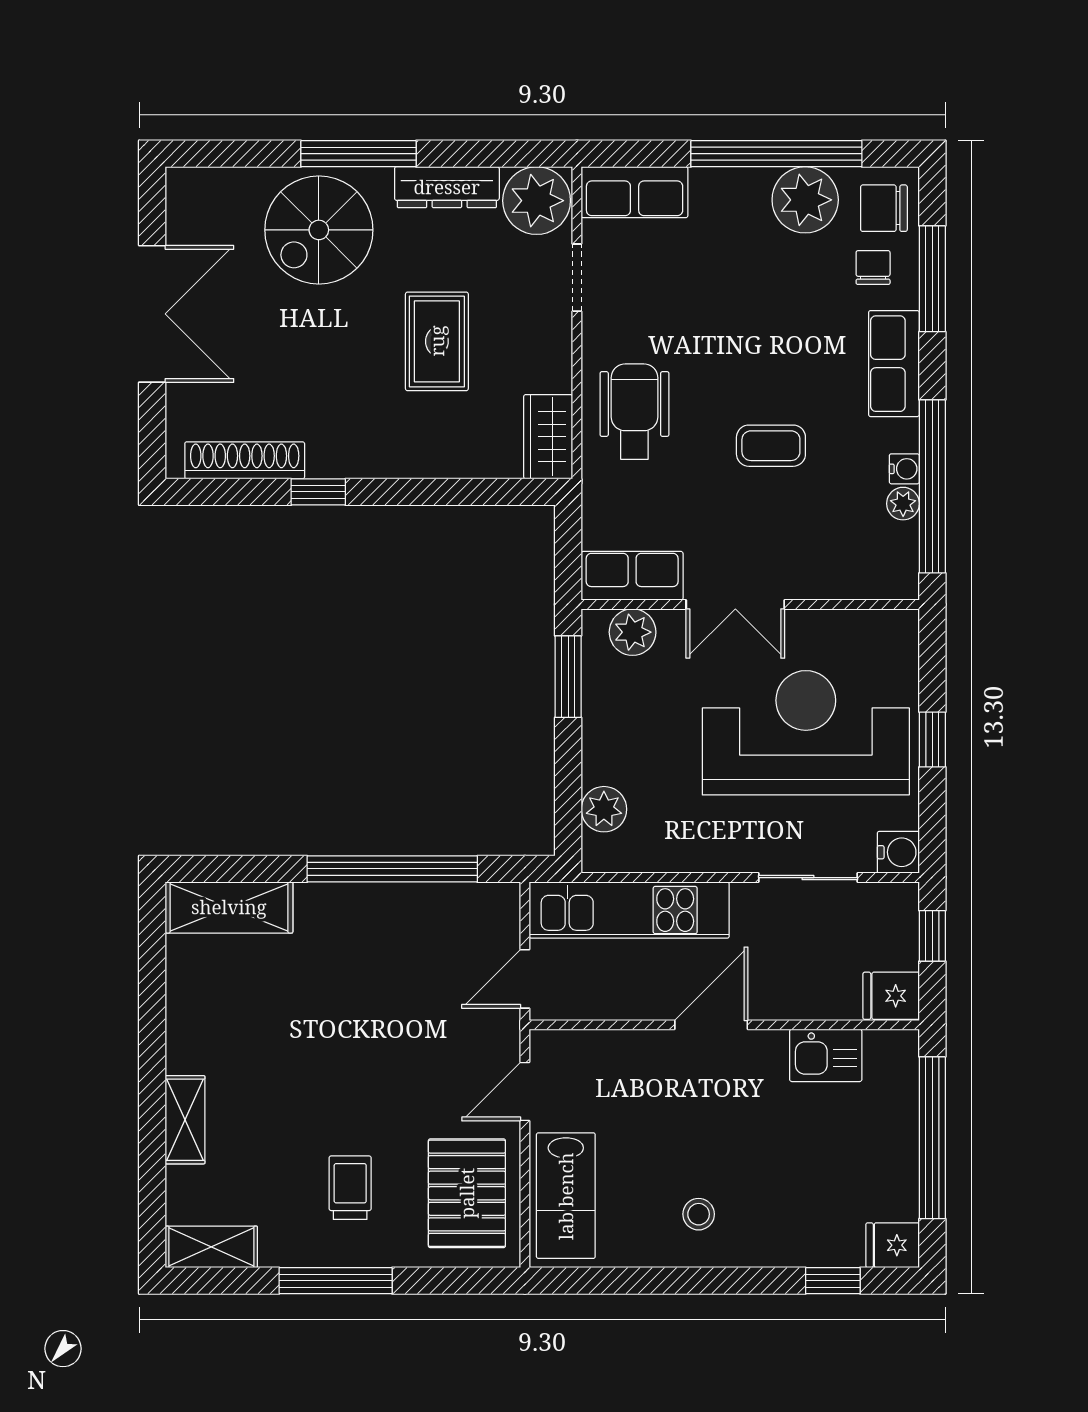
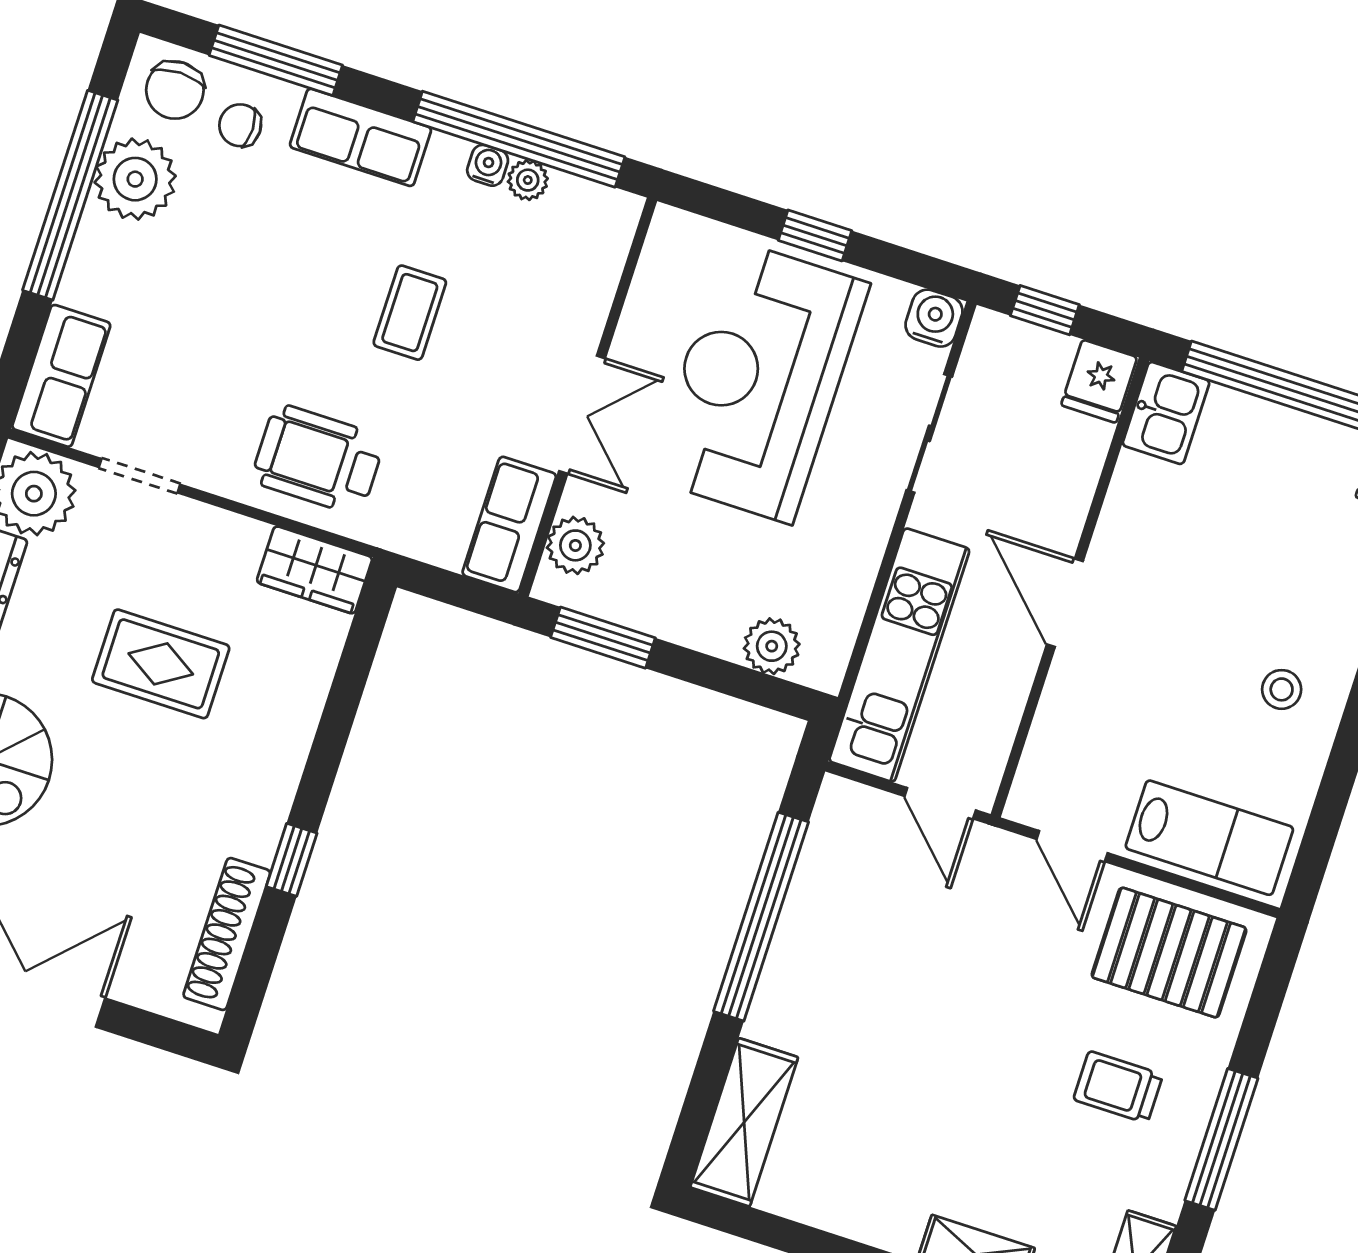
kitchen sink: (826, 1055) -> (1166, 413), moved

